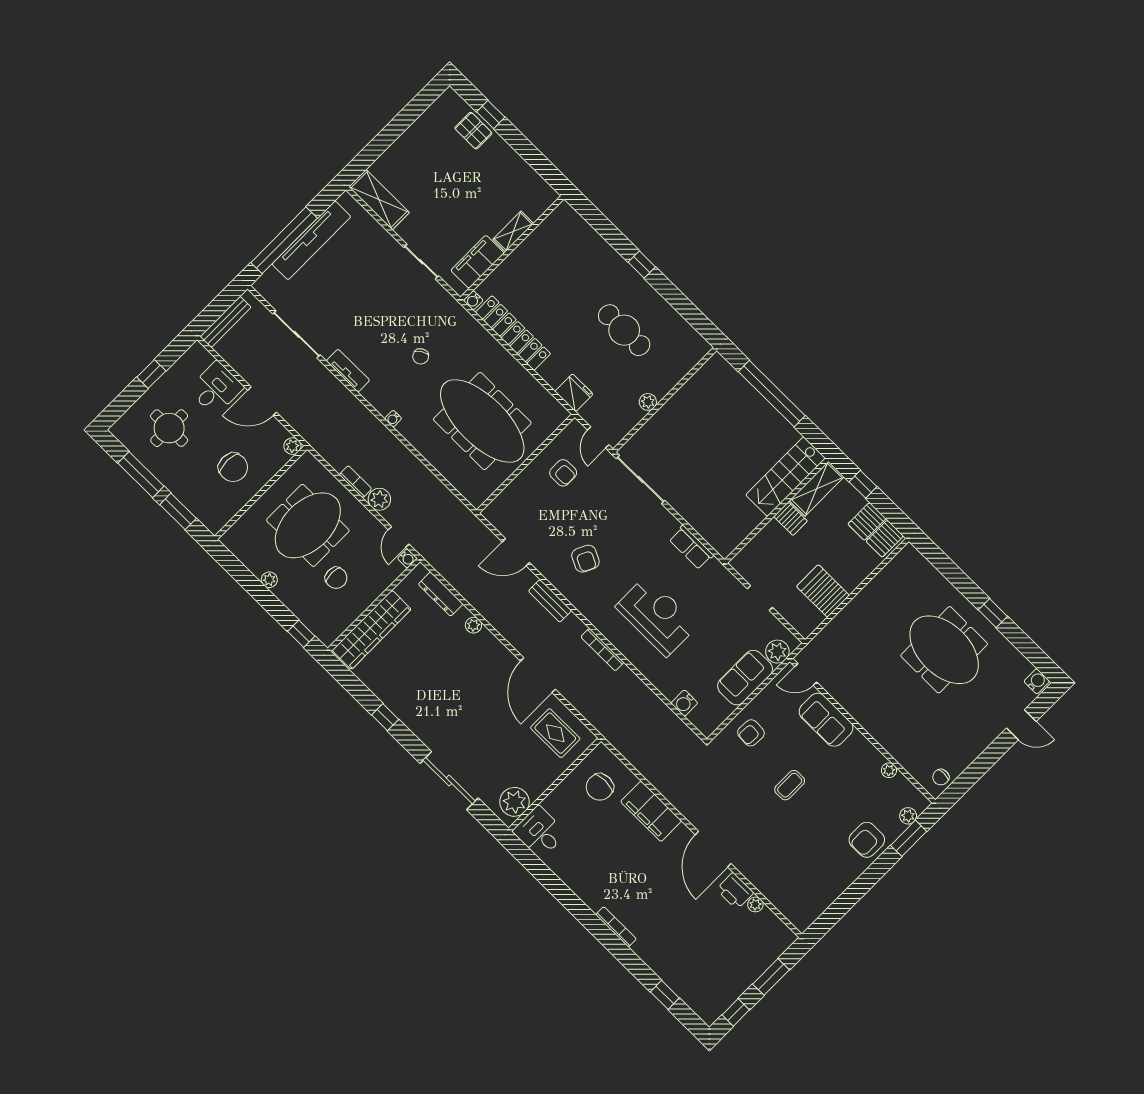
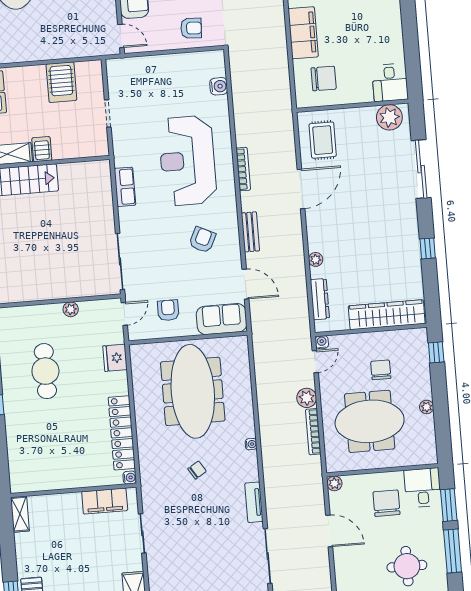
shelving: (513, 231) -> (20, 514), moved, turned 90
desk: (216, 388) -> (423, 488), moved, turned 90
bookcase: (355, 482) -> (313, 432), width x1.56
reception desk: (657, 616) -> (187, 161), width x1.36, depth x1.30
plant: (777, 652) -> (127, 68), removed
sofa: (745, 678) -> (222, 319), moved, turned 180

